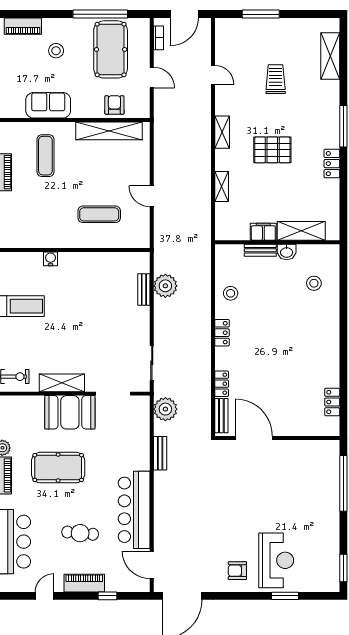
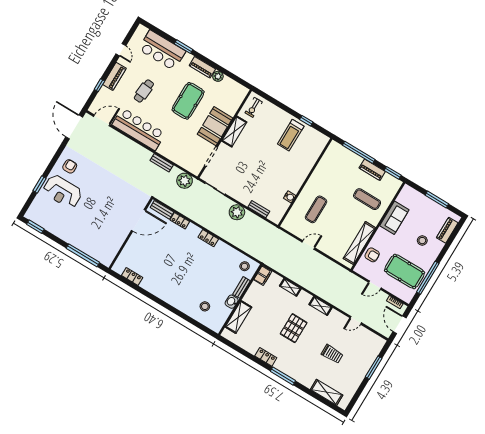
filing cabinet: (263, 232) -> (263, 275), moved
water cooler: (50, 259) -> (290, 197), moved
plant: (165, 286) -> (237, 212), moved
stool: (231, 293) -> (245, 266), moved

